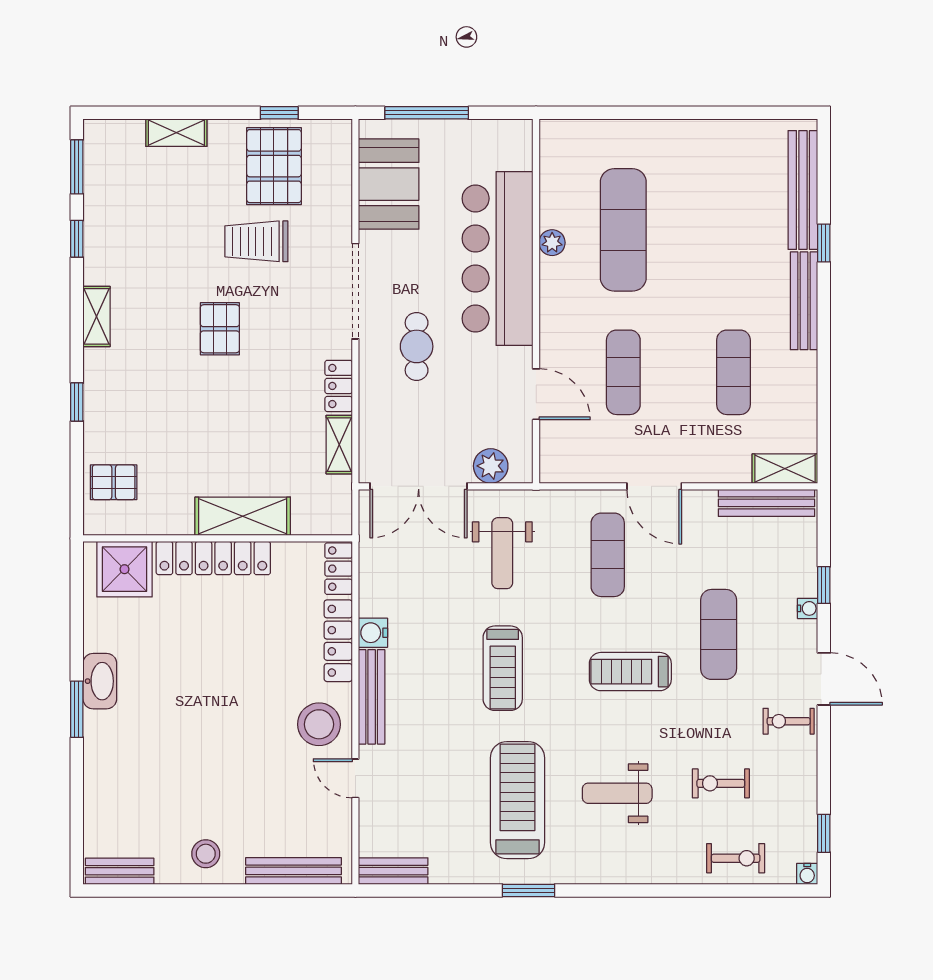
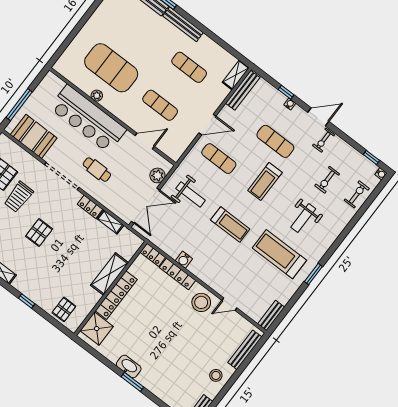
exercise mat: (623, 230) -> (111, 68), width x1.47
pallet: (220, 329) -> (39, 233), turned 90
bench: (372, 697) -> (206, 277), removed

